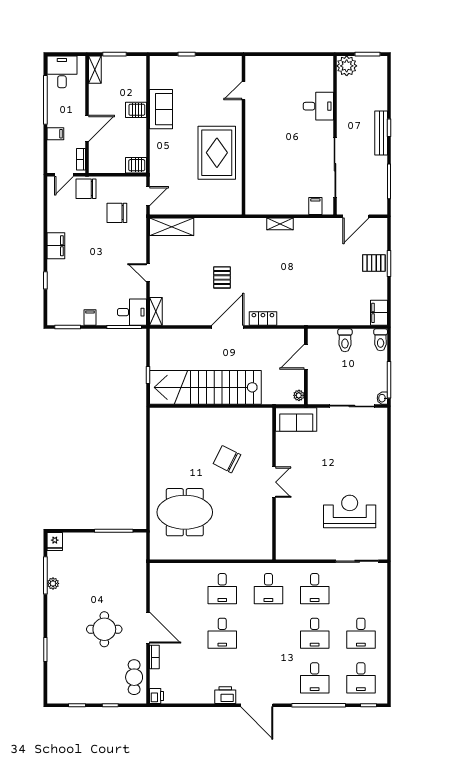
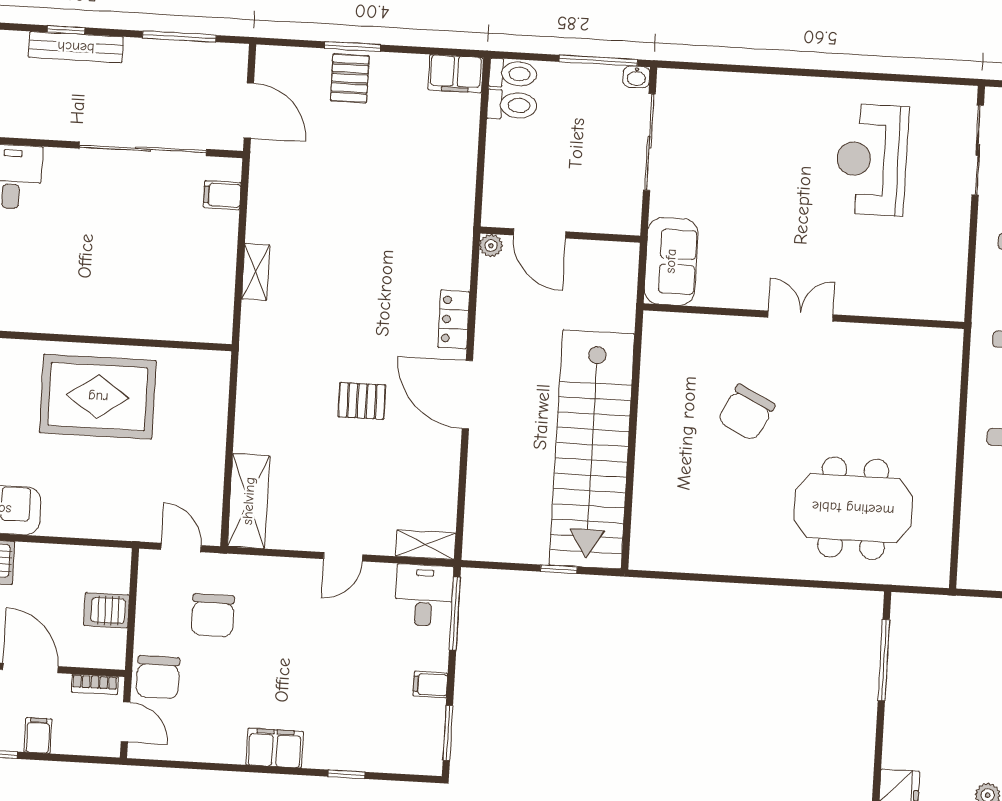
server rack: (136, 165) -> (106, 610), moved, turned 90
toilet: (345, 340) -> (512, 105), moved
plant: (299, 395) -> (491, 246), moved
meeting table: (185, 512) -> (853, 508), turned 90

